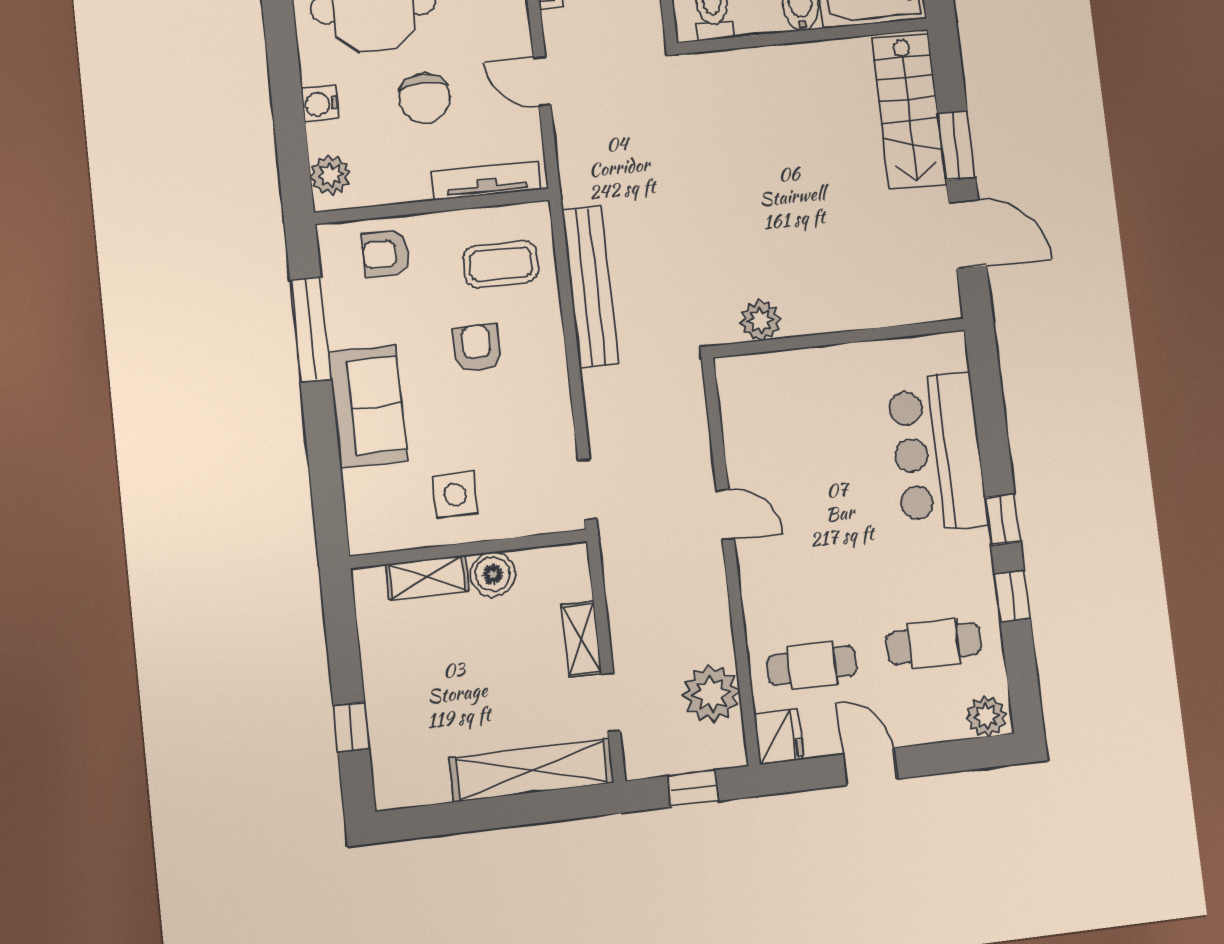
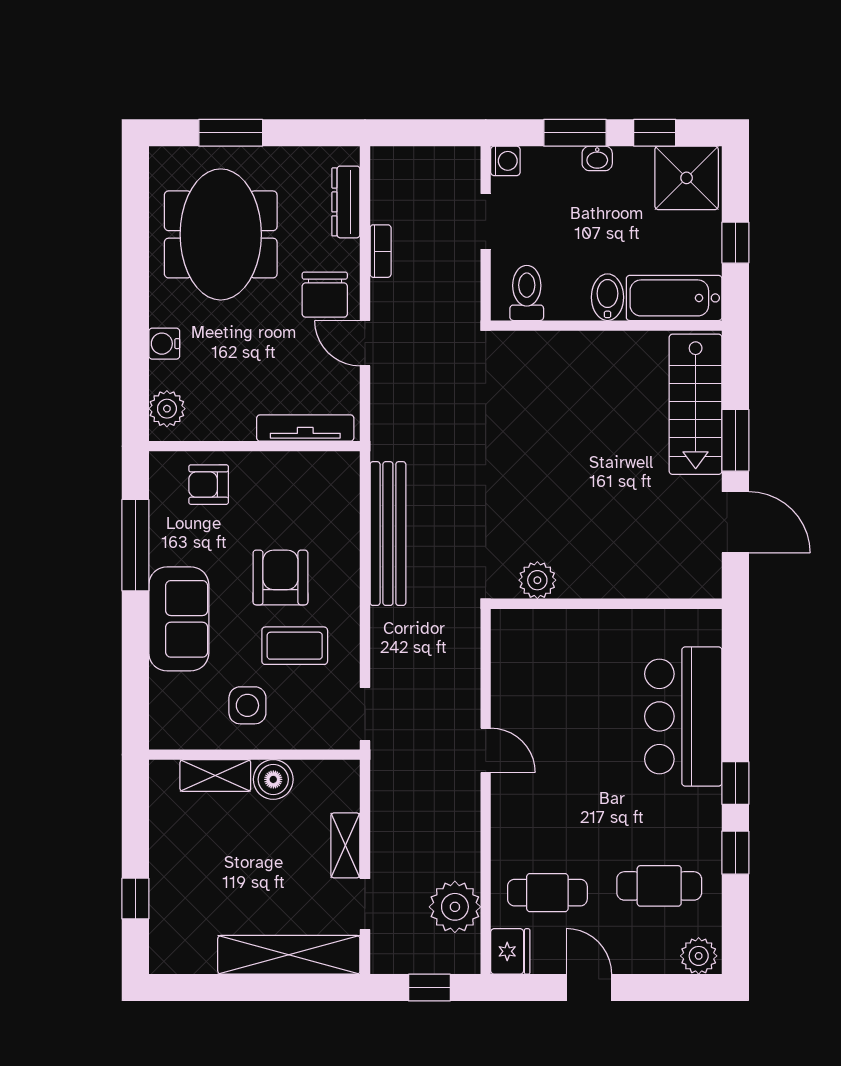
chair: (425, 98) -> (325, 295), moved
coffee table: (501, 264) -> (295, 646), moved
armchair: (477, 348) -> (280, 578), width x1.38, depth x1.38

